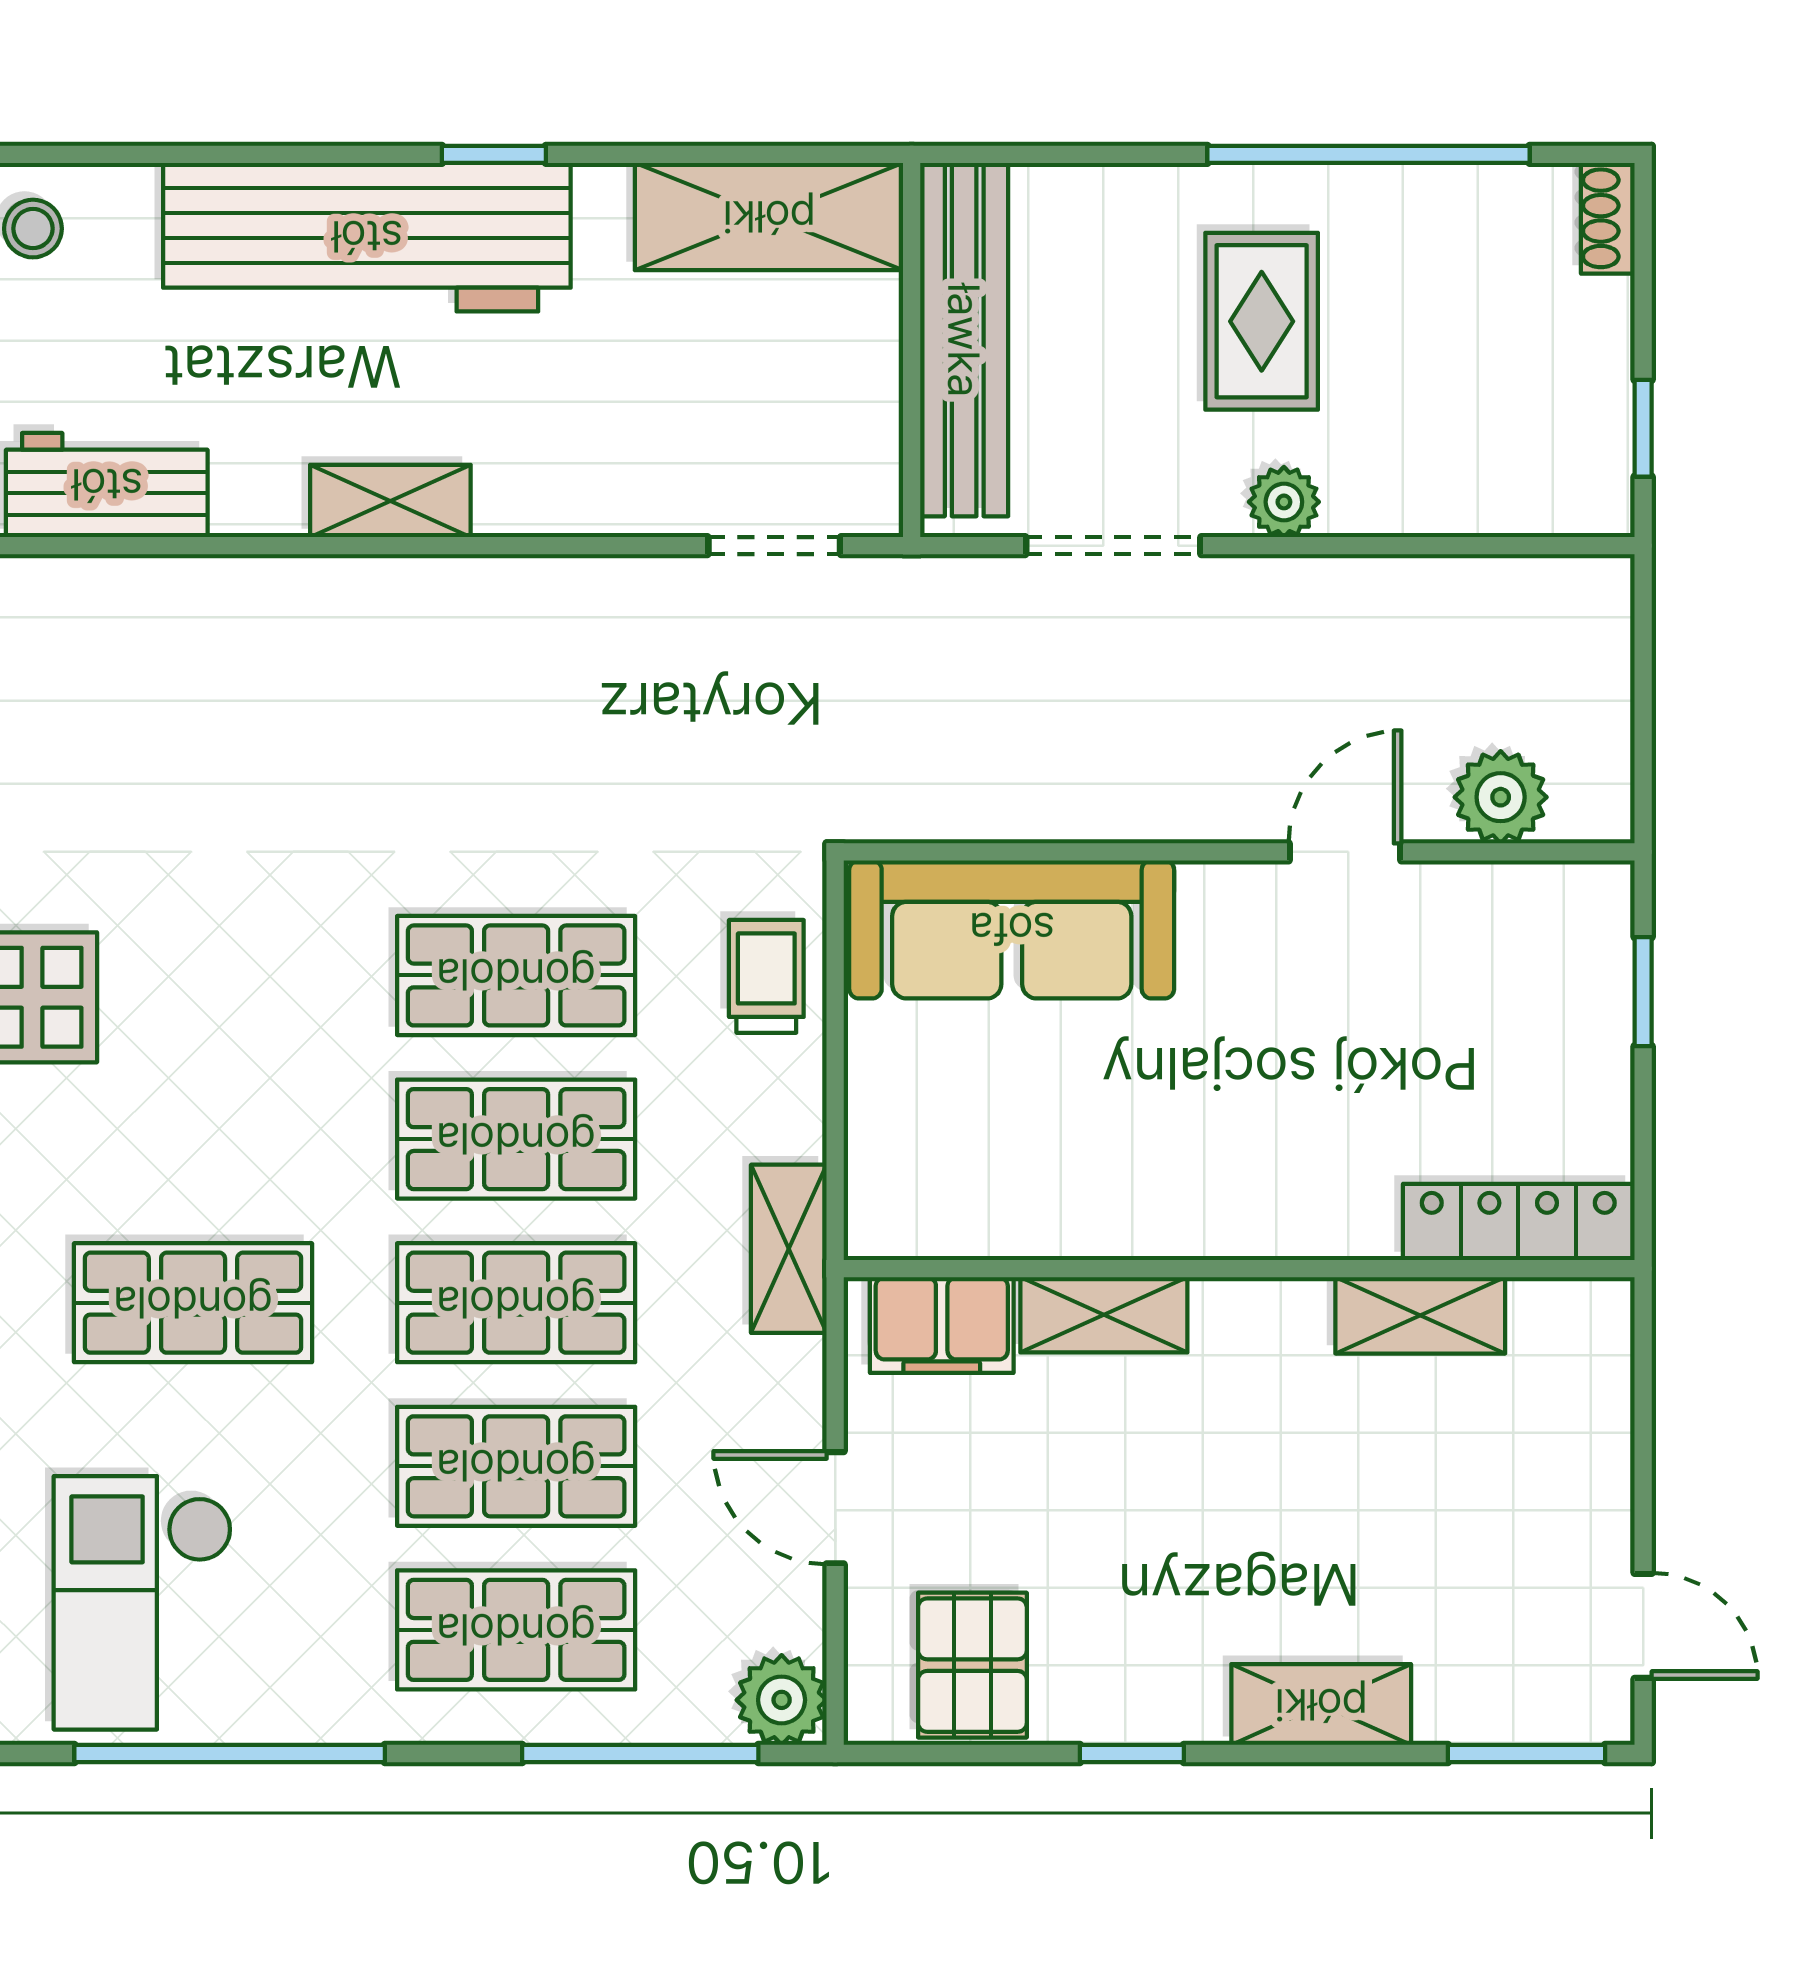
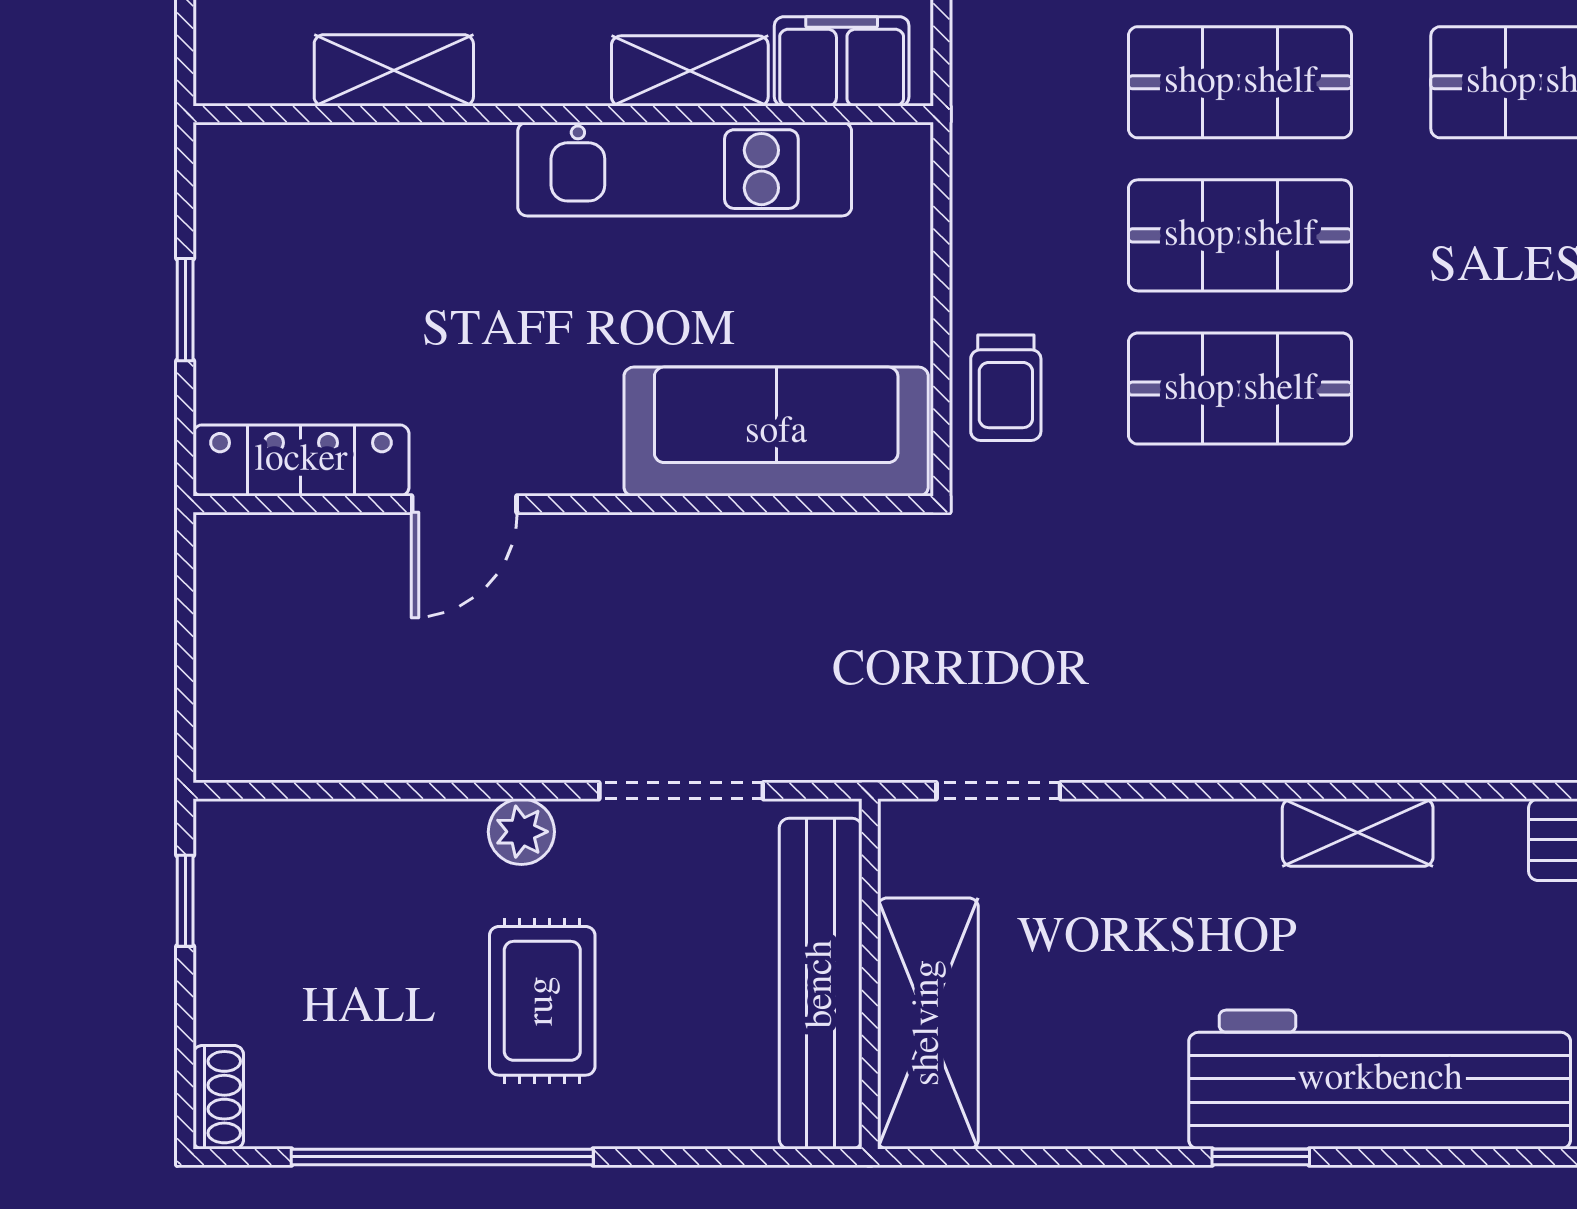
shelving: (769, 217) -> (928, 1023), moved, turned 90
plant: (1501, 797) -> (319, 555), removed
window: (1643, 992) -> (185, 310), moved
kitchen unit: (1109, 1210) -> (685, 169), added
locker: (1518, 1222) -> (301, 460), moved, turned 180
shelving: (789, 1249) -> (985, 133), removed

